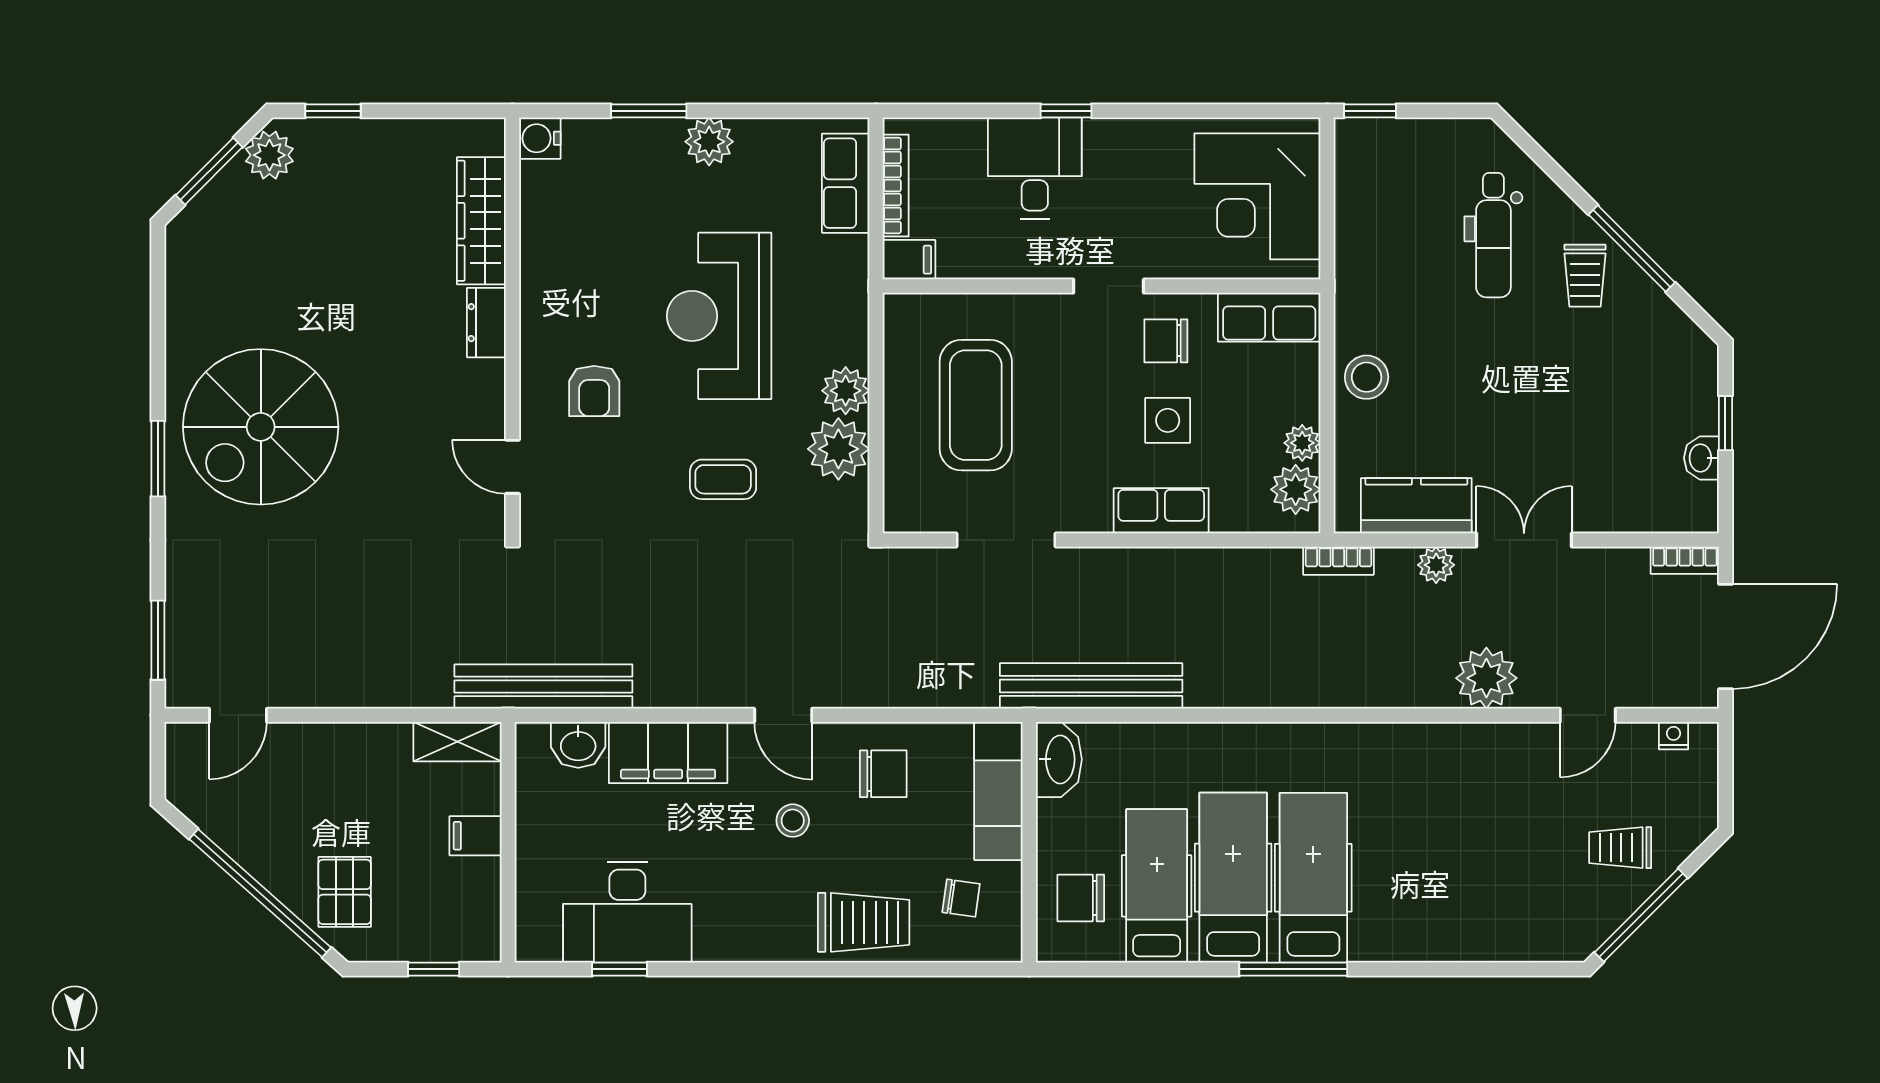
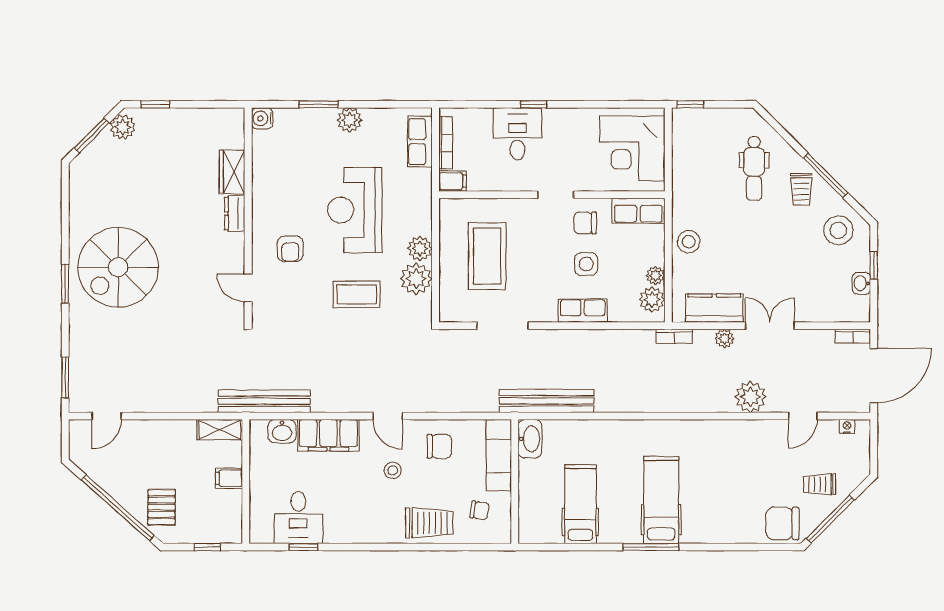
wardrobe: (481, 221) -> (232, 172), width x0.67
stool: (1657, 355) -> (838, 230), added
coffee table: (723, 479) -> (357, 294), width x1.36, depth x1.30
hospital bed: (1233, 878) -> (620, 500), removed
chair: (1081, 898) -> (782, 523), moved, width x1.37, depth x1.37
desk: (627, 912) -> (298, 518), width x0.73

